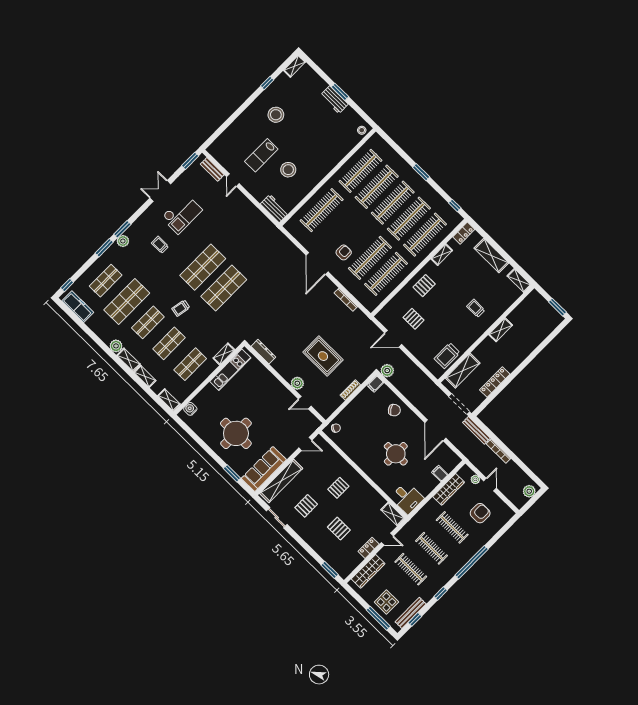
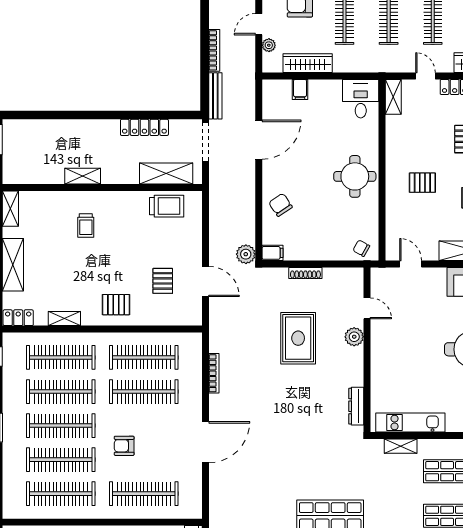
armchair: (344, 252) -> (124, 446), moved
round table: (396, 454) -> (355, 176), moved

